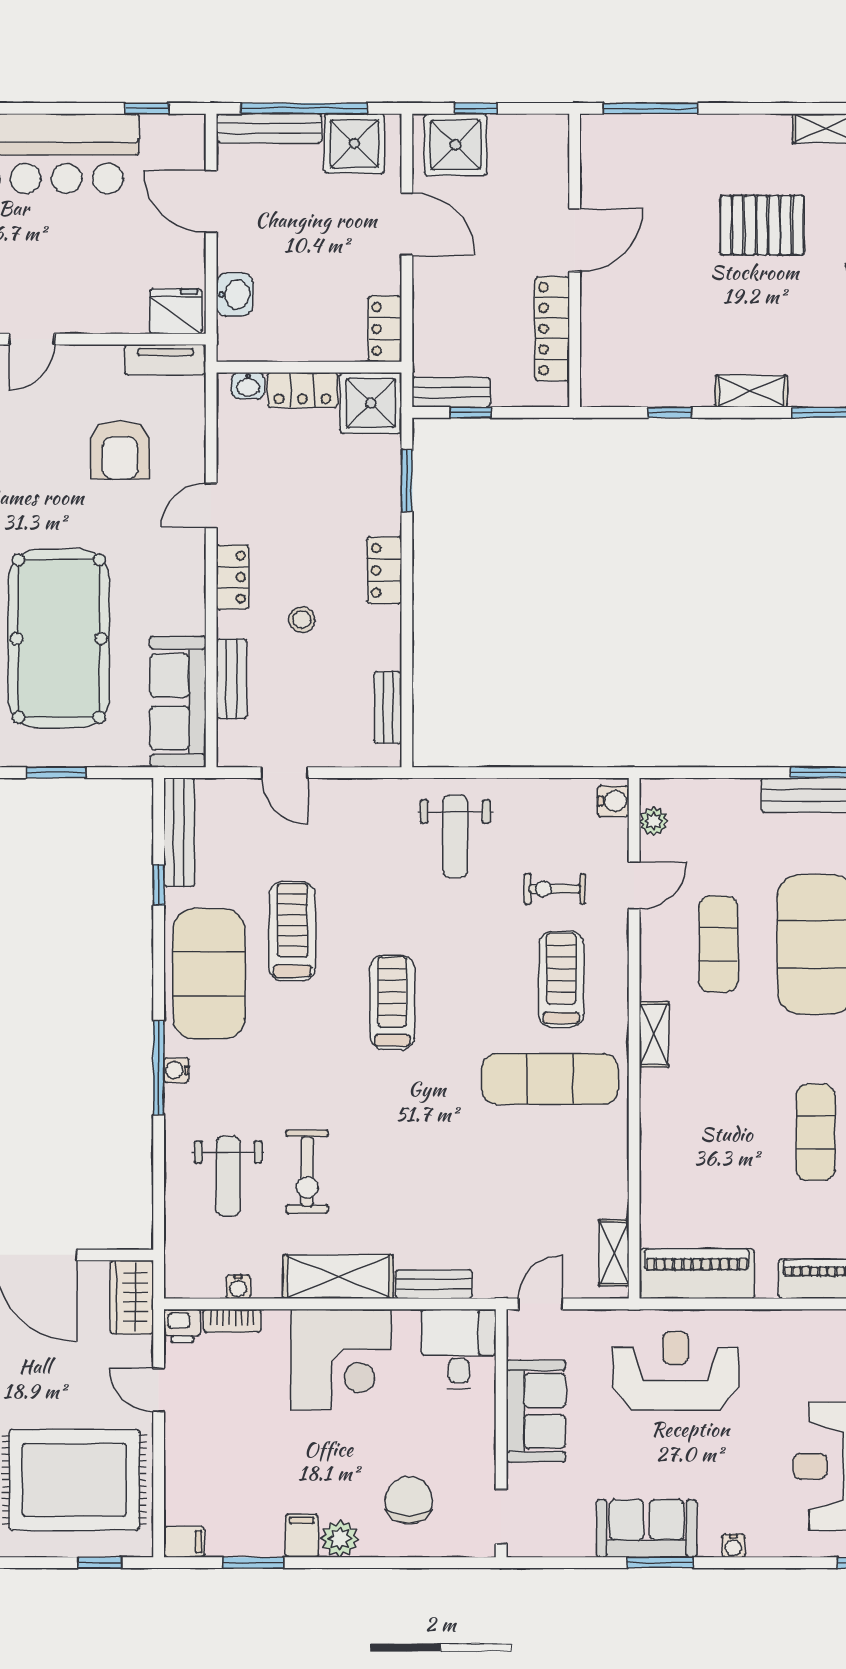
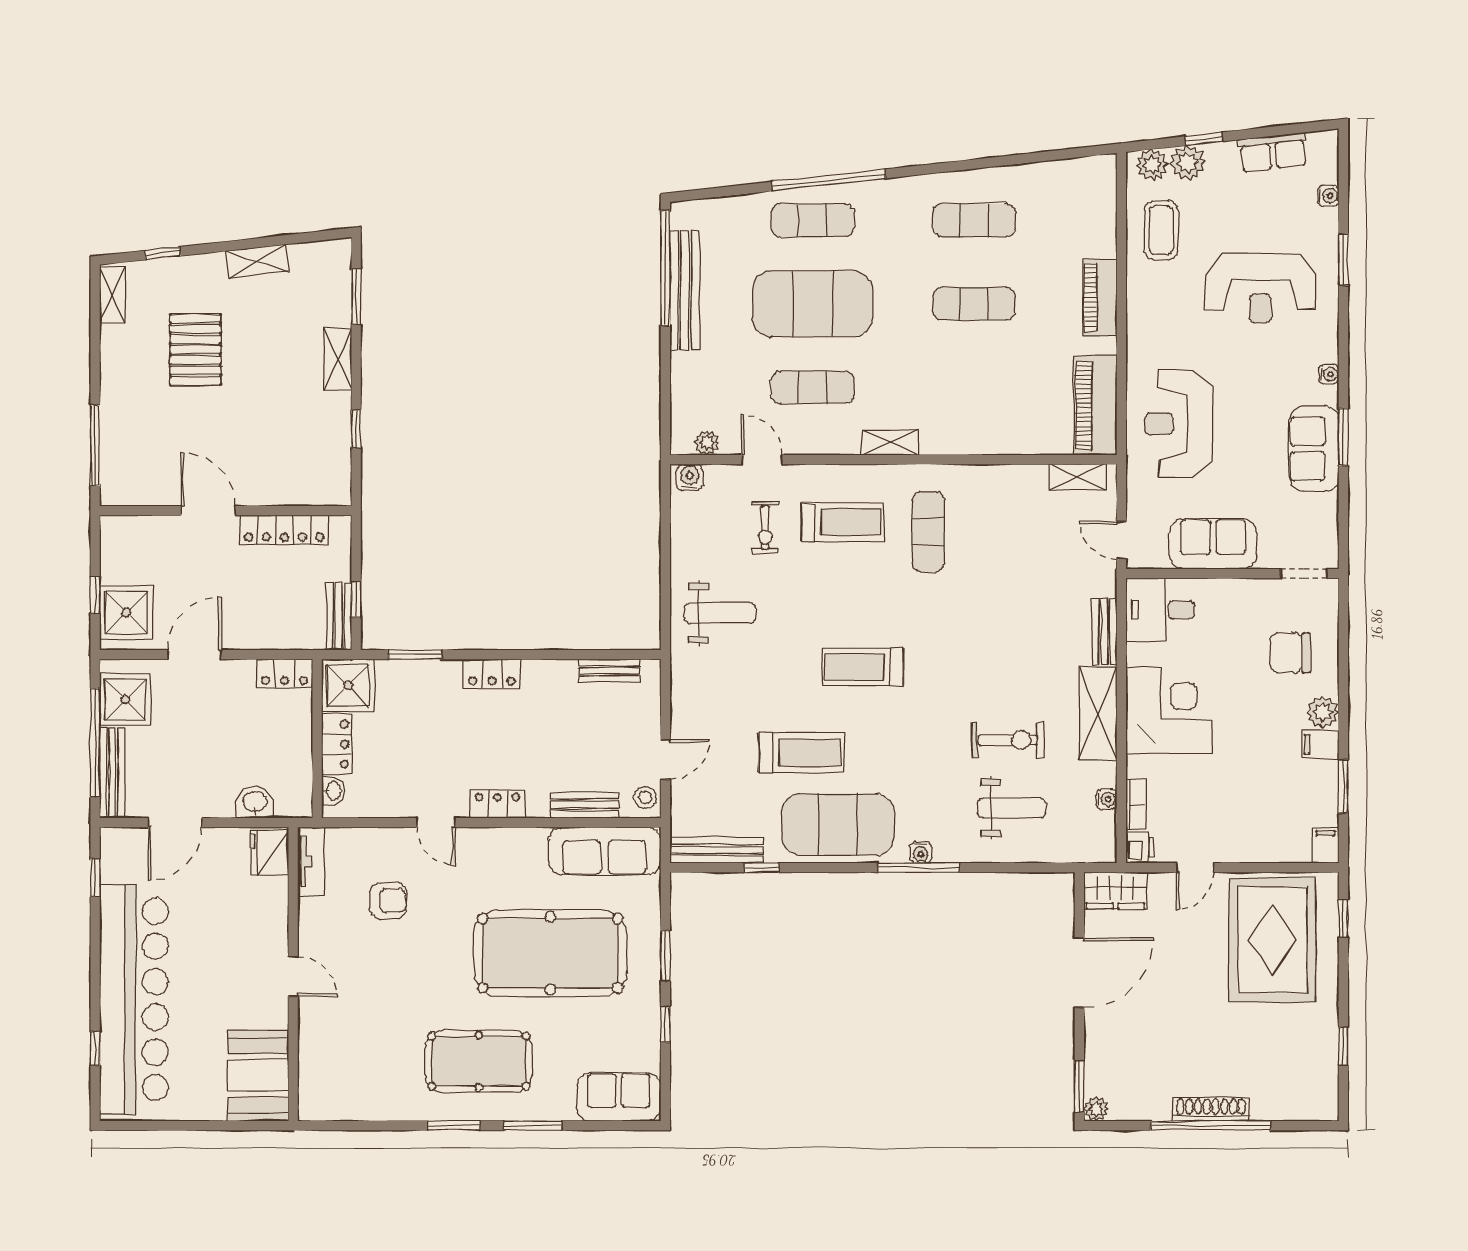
armchair: (120, 450) -> (388, 901), width x0.72, depth x0.72
stool: (302, 619) -> (645, 797), moved
treadmill: (292, 931) -> (801, 753), turned 180
treadmill: (561, 979) -> (843, 522), turned 180
exercise mat: (550, 1079) -> (928, 532), width x0.73, depth x0.69

